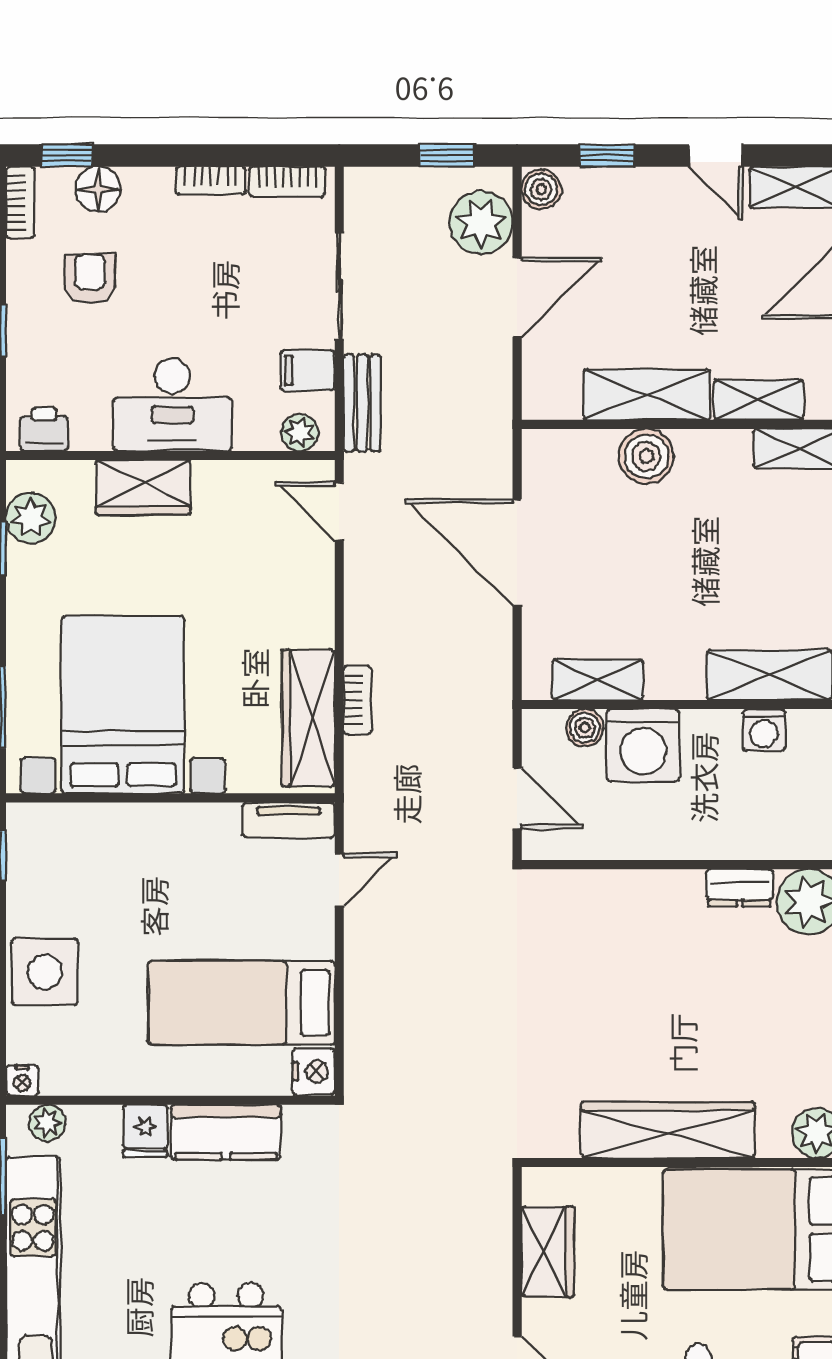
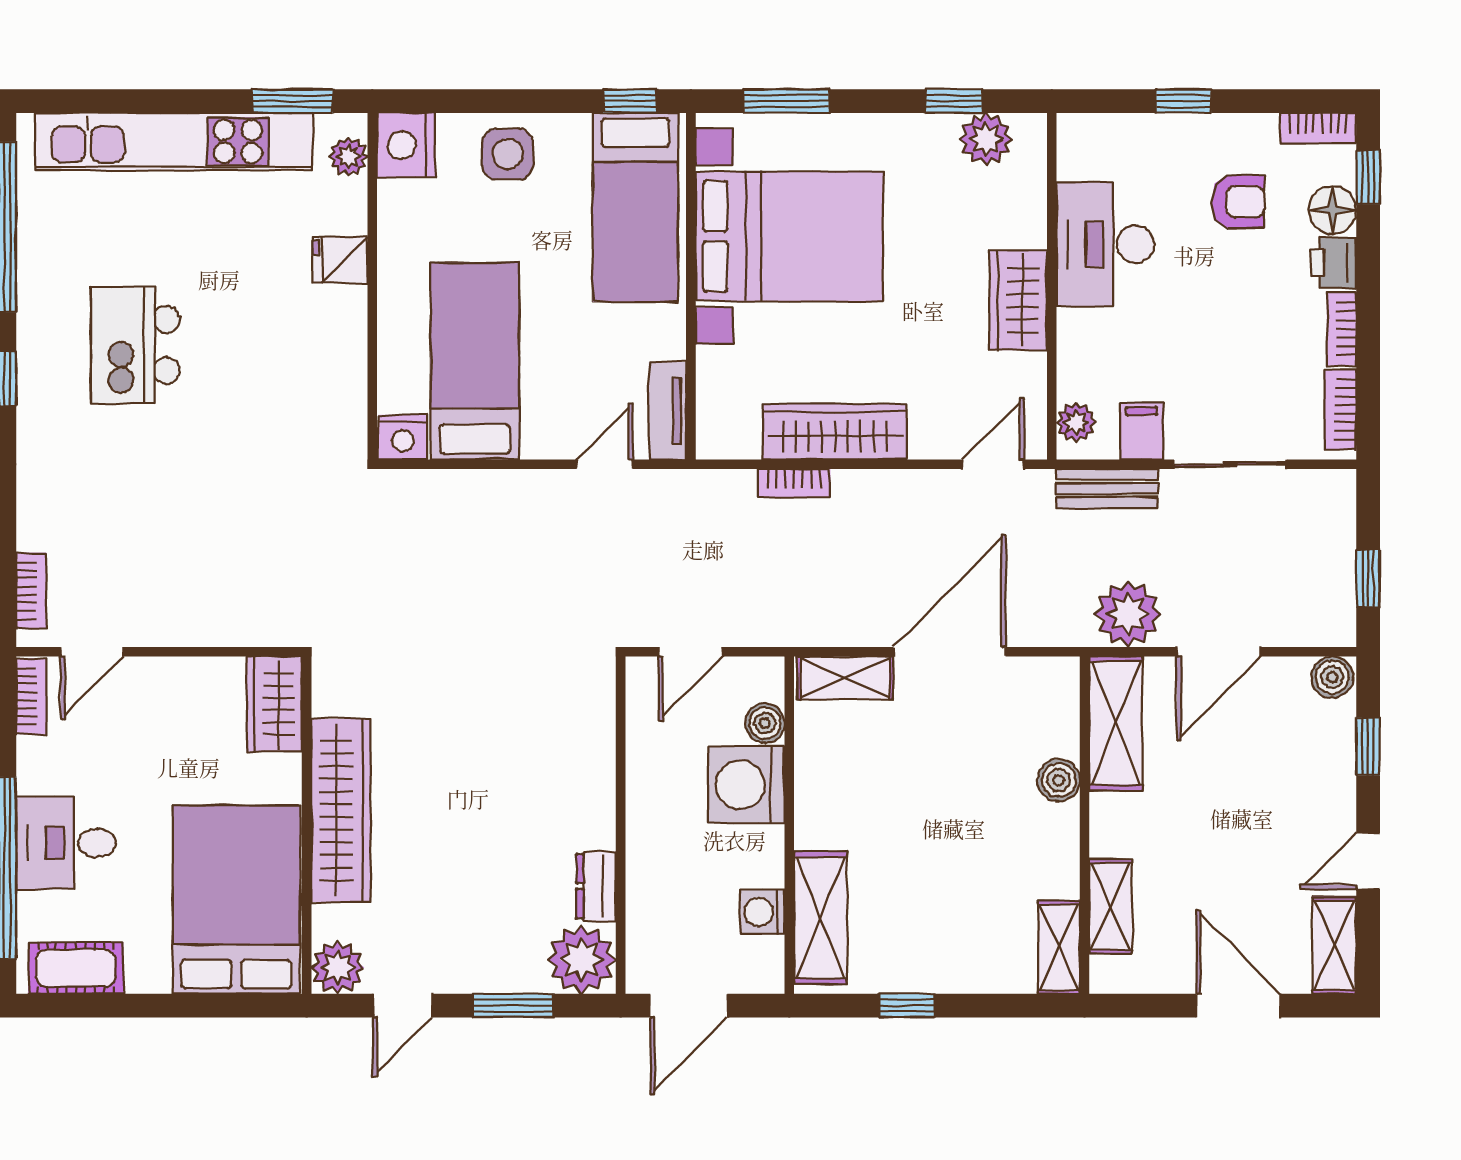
plant: (481, 223) -> (1128, 614), moved
door: (517, 297) -> (1219, 652), hinge flipped
shelving: (647, 395) -> (1116, 723), moved
desk: (172, 405) -> (1105, 244), moved
printer: (44, 429) -> (1333, 263), moved, turned 180
boiler: (646, 456) -> (1059, 780), width x0.73, depth x0.73
wardrobe: (143, 487) -> (1018, 300), moved
shelving: (598, 680) -> (845, 678), moved, turned 90
wardrobe: (308, 718) -> (835, 432), moved
bed: (96, 851) -> (635, 207), added
door: (339, 880) -> (605, 464), swing flipped
side table: (45, 972) -> (508, 154), width x0.73, depth x0.73
nightstand: (22, 1080) -> (406, 145), width x1.89, depth x1.79
kitchen counter: (226, 1132) -> (339, 345), removed
wardrobe: (548, 1252) -> (274, 704), moved, turned 90

